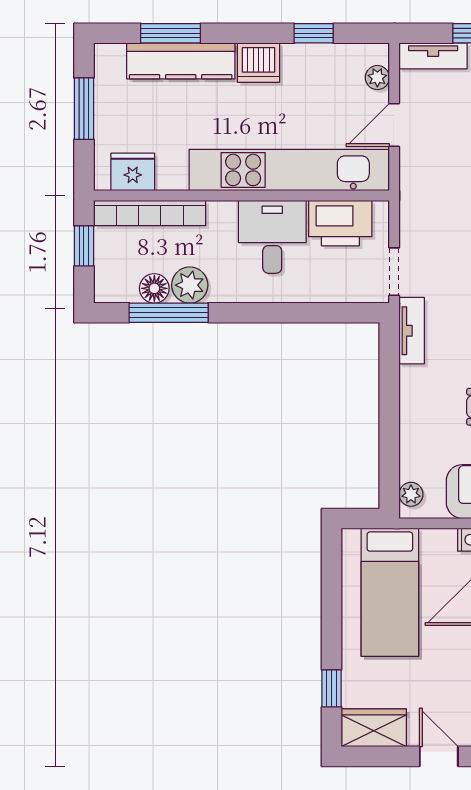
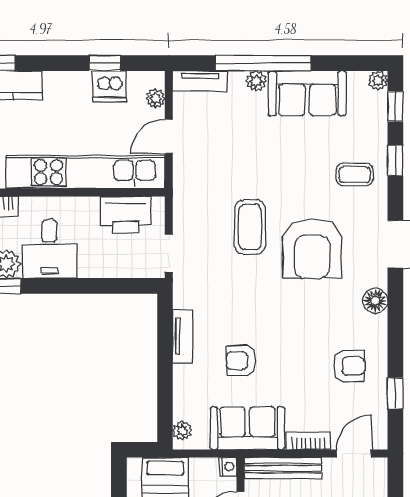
dishwasher: (258, 63) -> (110, 87), moved
desk: (272, 237) -> (49, 249), moved, turned 180
tv unit: (412, 331) -> (183, 336), moved

